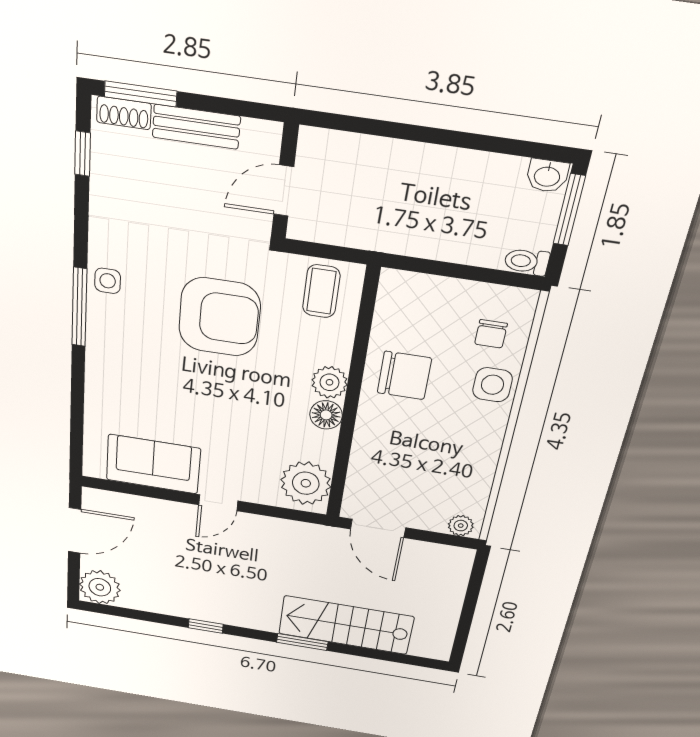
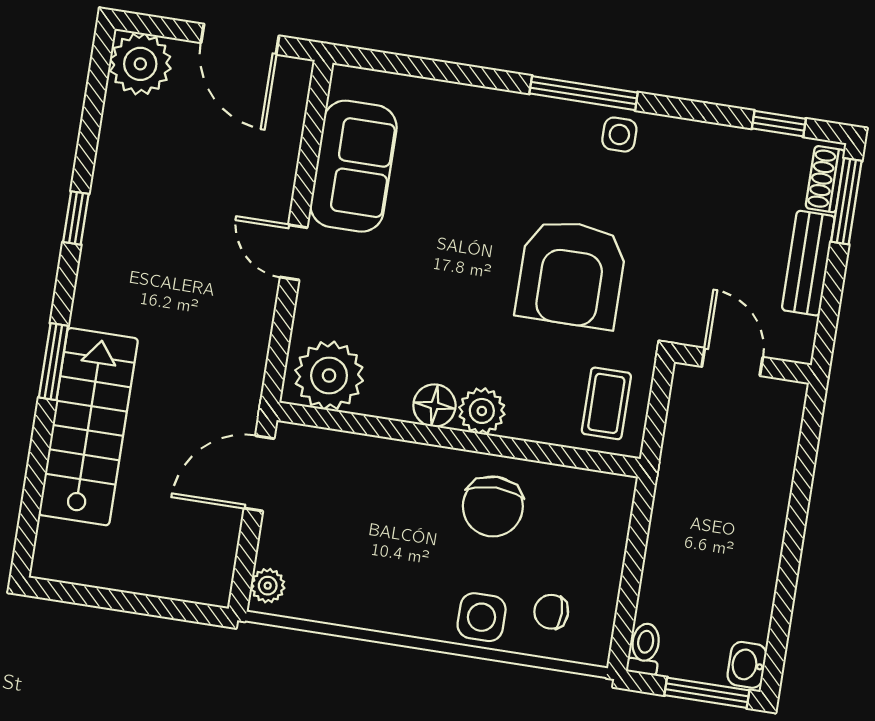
coffee table: (321, 291) -> (606, 403), turned 90

